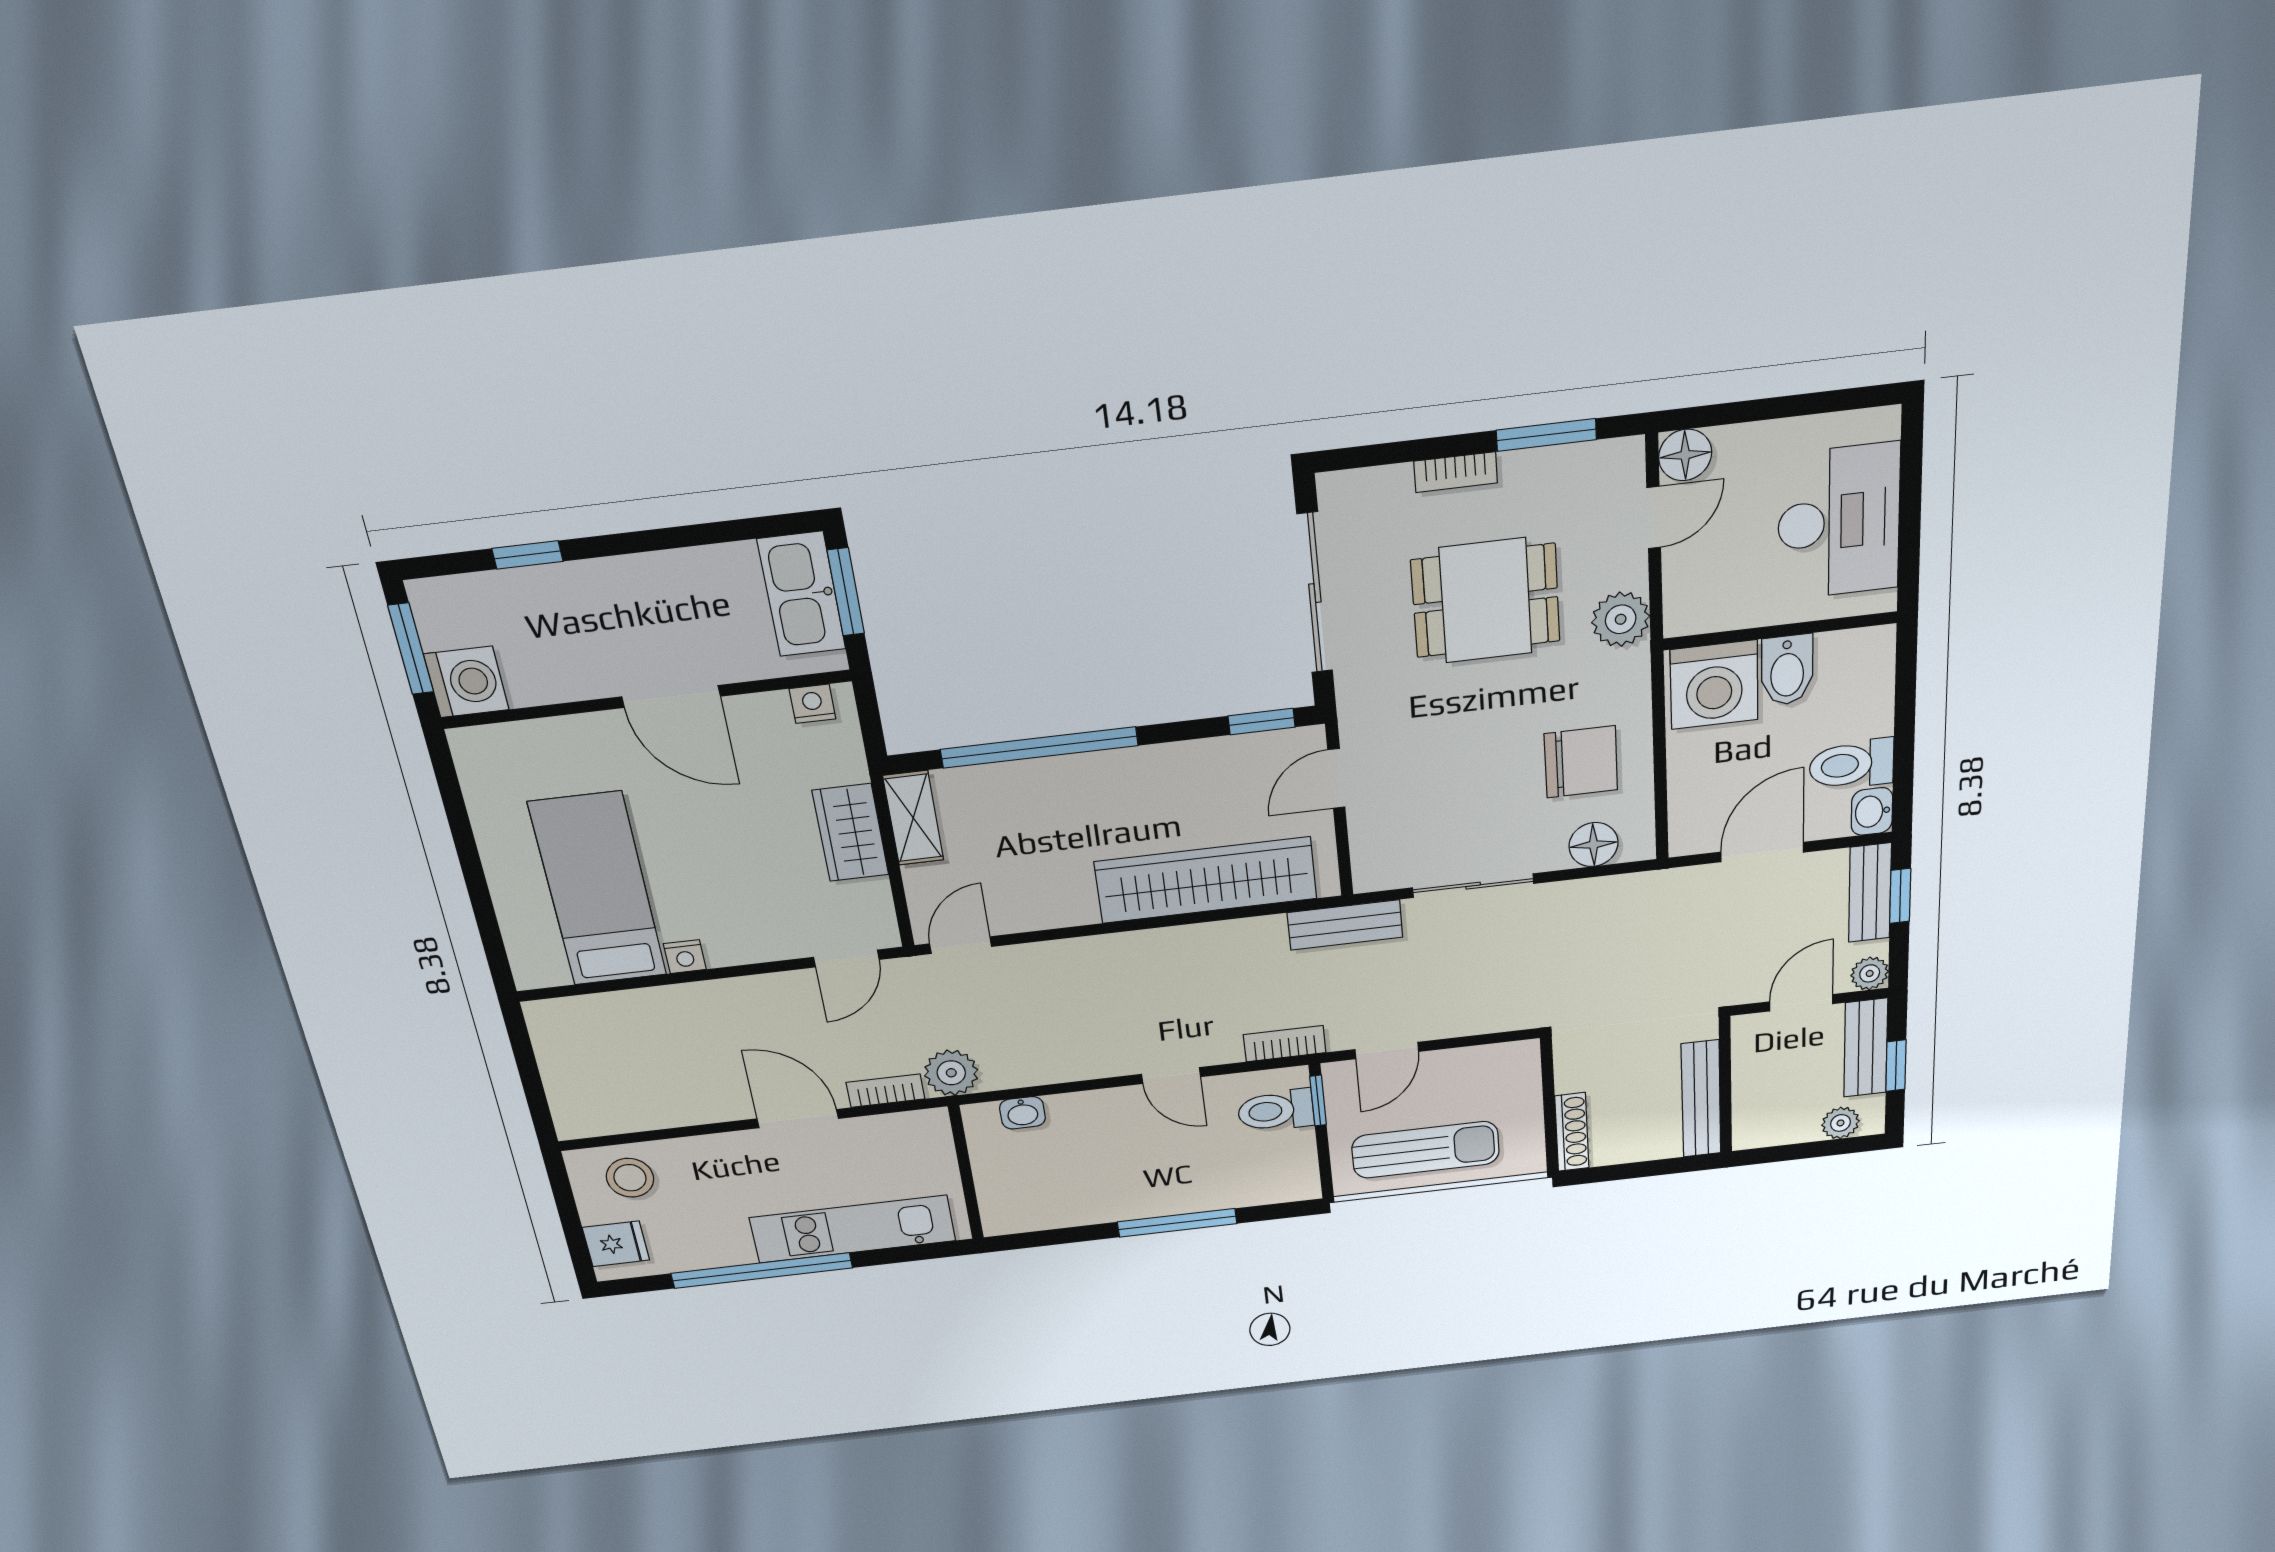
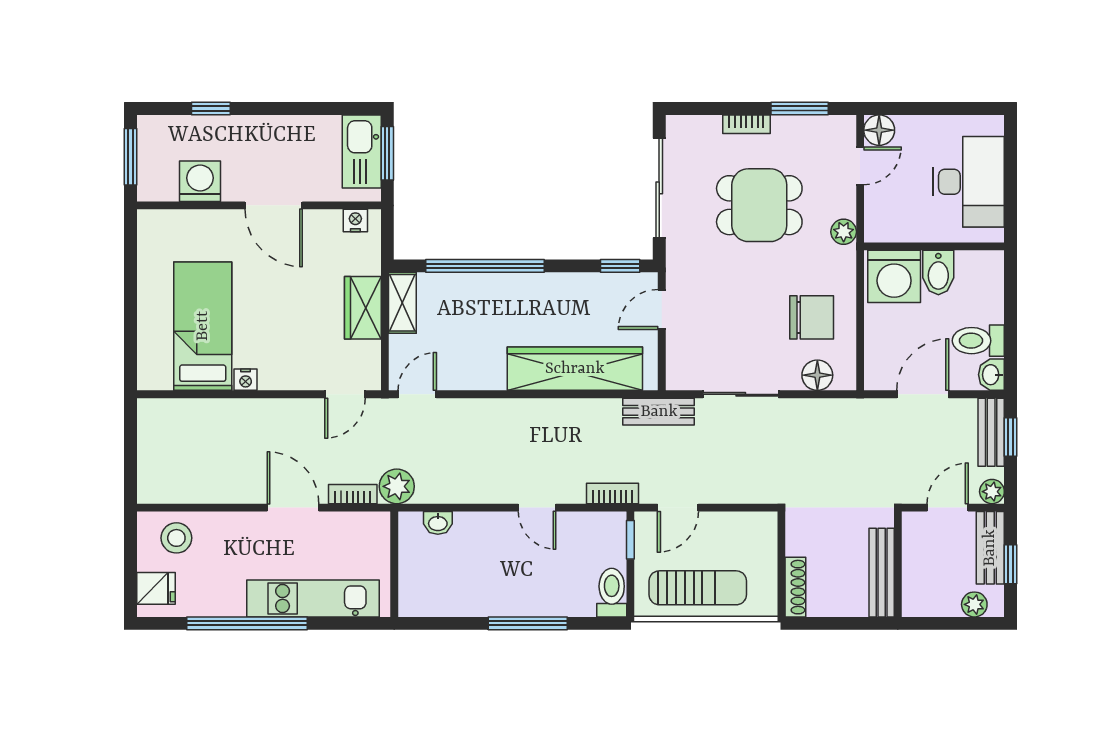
plant: (1621, 619) -> (844, 232), width x0.73, depth x0.73
washing machine: (466, 682) -> (200, 181), moved, turned -90
toilet: (1276, 1111) -> (612, 593), moved, turned 90

